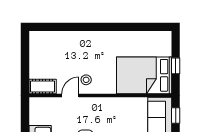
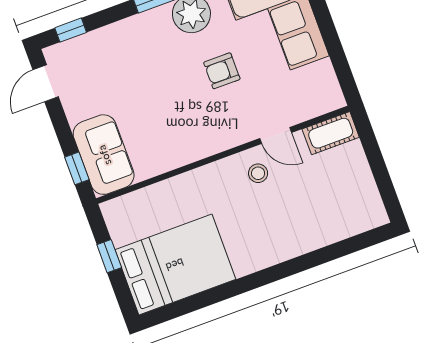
bed: (144, 75) -> (175, 265), moved
door: (70, 95) -> (276, 135), hinge flipped

